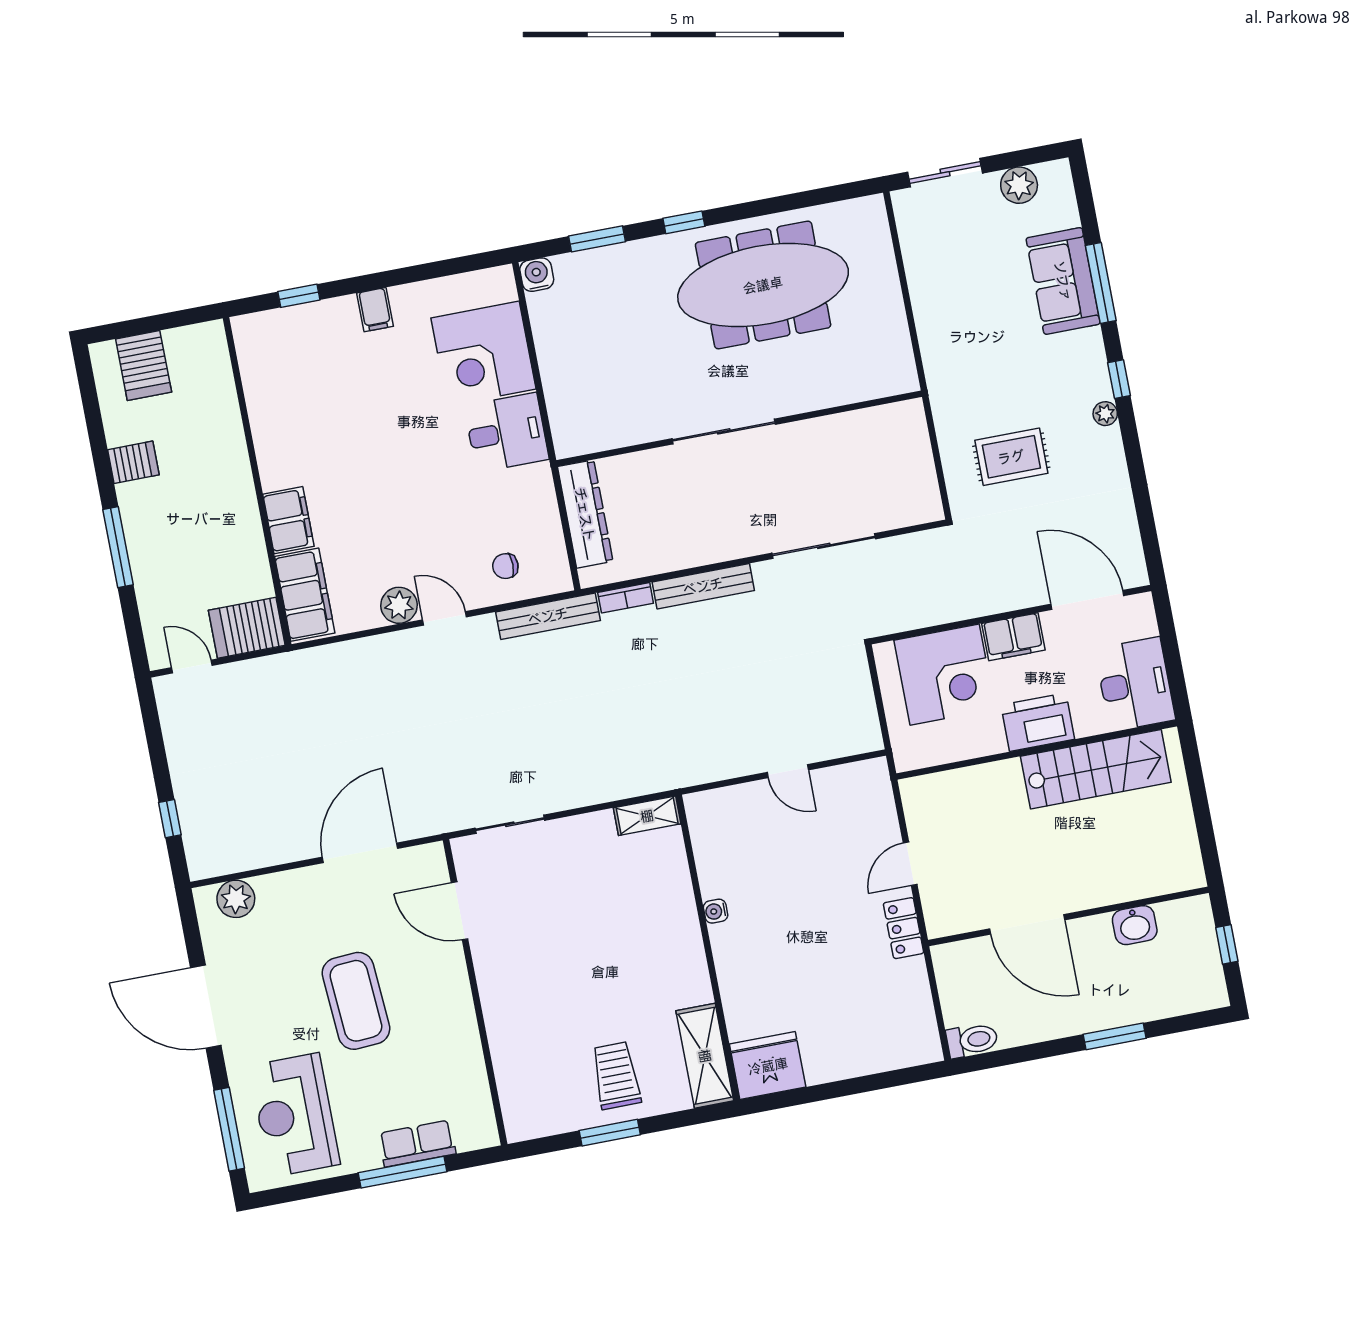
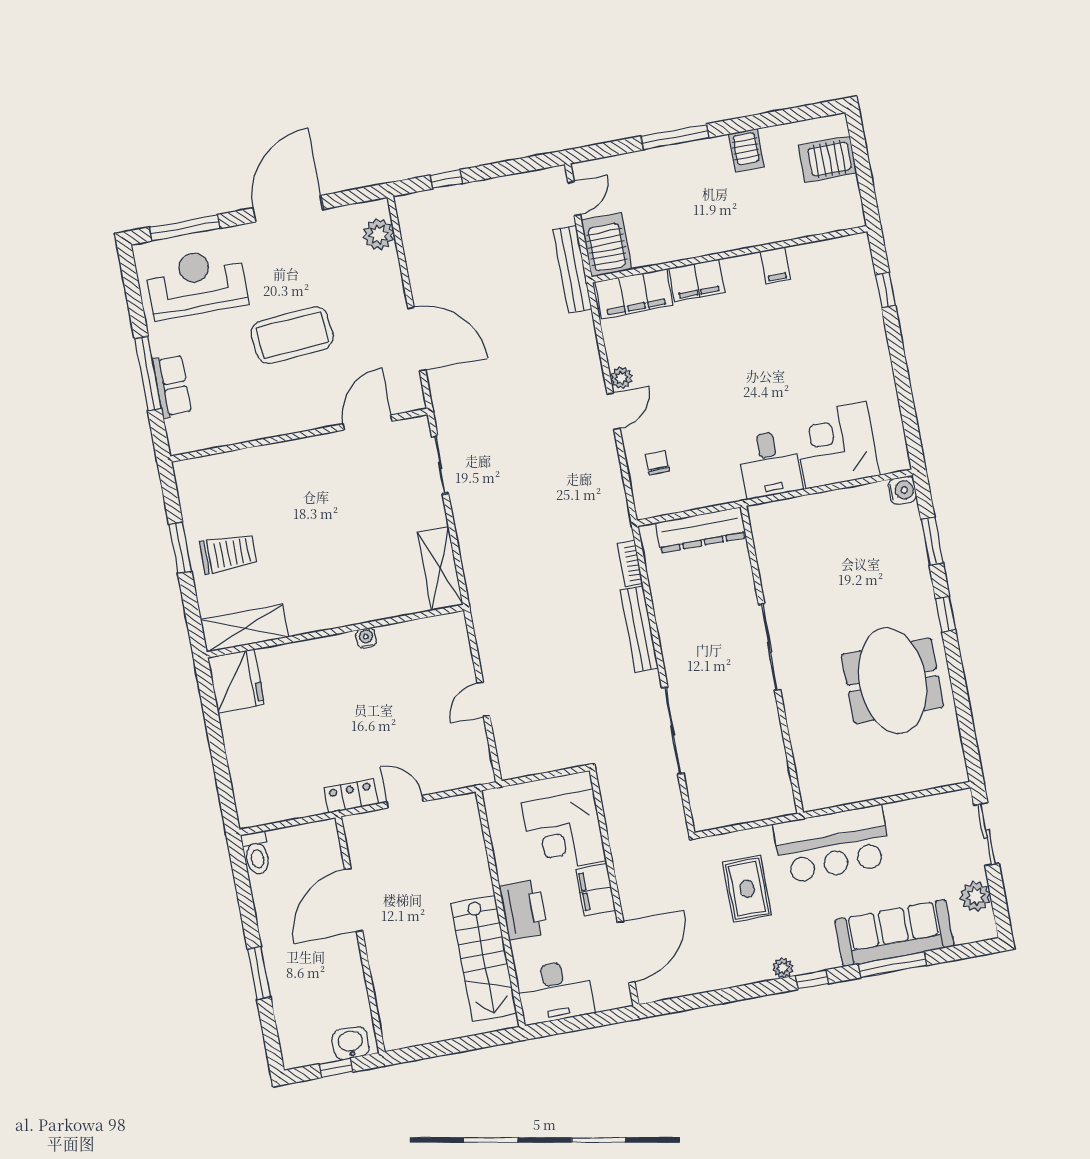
sofa: (1063, 281) -> (895, 933), width x1.36
meeting table: (763, 285) -> (893, 681), width x0.73
filing cabinet: (375, 310) -> (775, 265), moved, turned -90
bar counter: (958, 355) -> (833, 844), added
plant: (399, 605) -> (621, 378), width x0.73, depth x0.73
bench: (548, 616) -> (572, 269), moved
shelving: (647, 816) -> (440, 568), width x1.50, depth x1.33
washbasin: (1135, 925) -> (351, 1043), moved, turned 90

